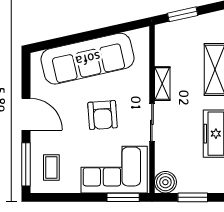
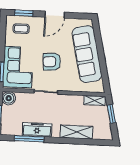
shelving: (162, 84) -> (95, 100), moved
window: (26, 164) -> (24, 13), width x0.69

